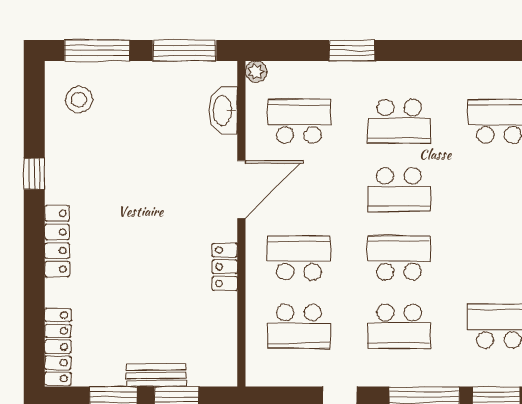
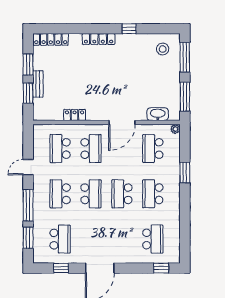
school desk: (299, 121) -> (153, 149), turned 180
door: (241, 190) -> (122, 122), hinge flipped
locker: (225, 267) -> (74, 115), moved

